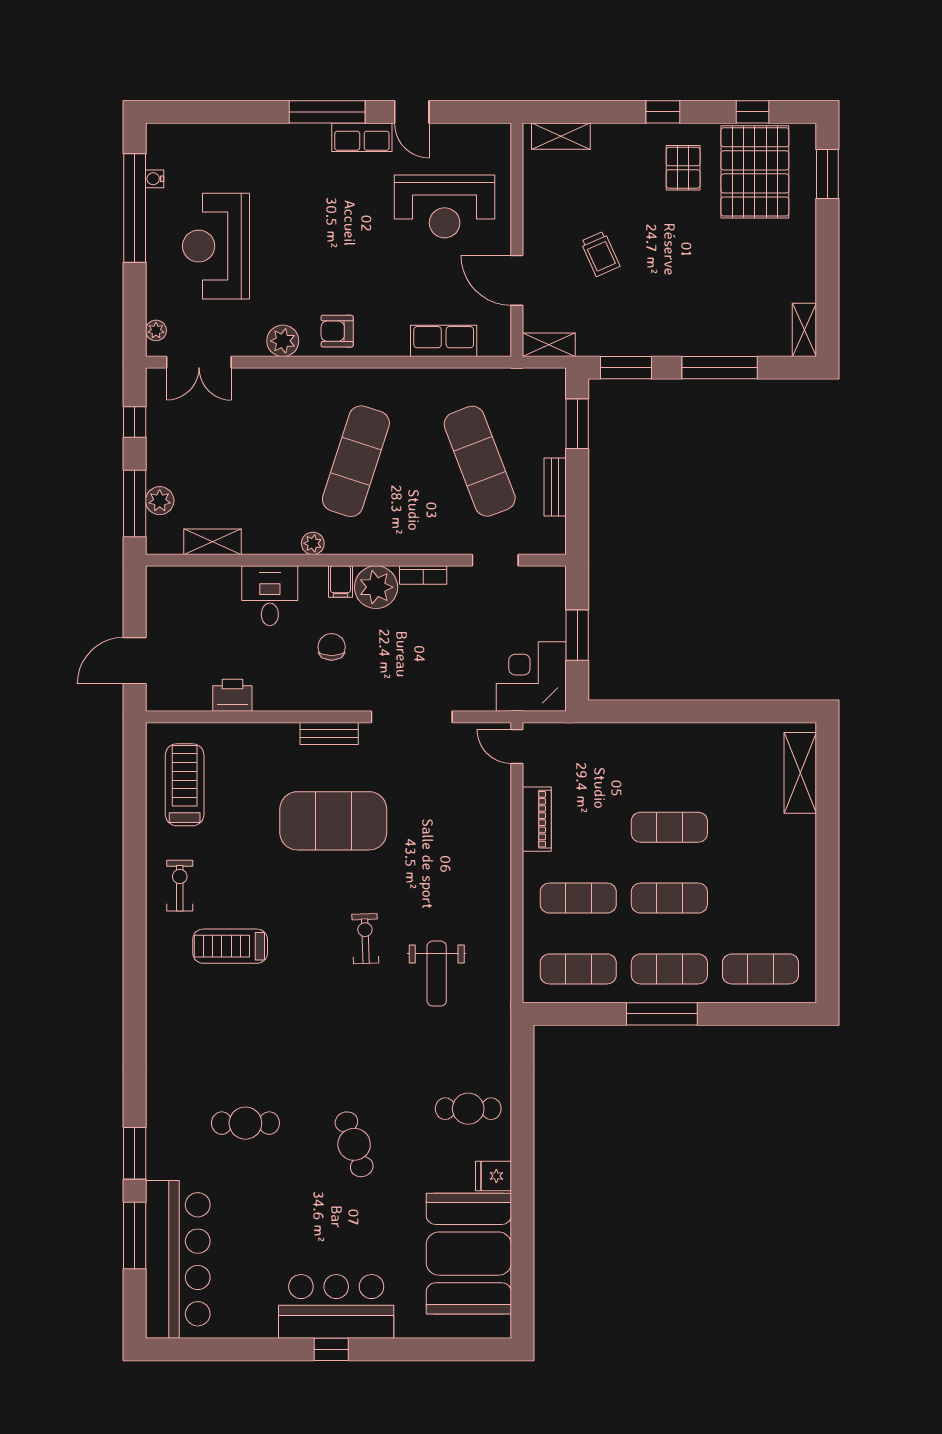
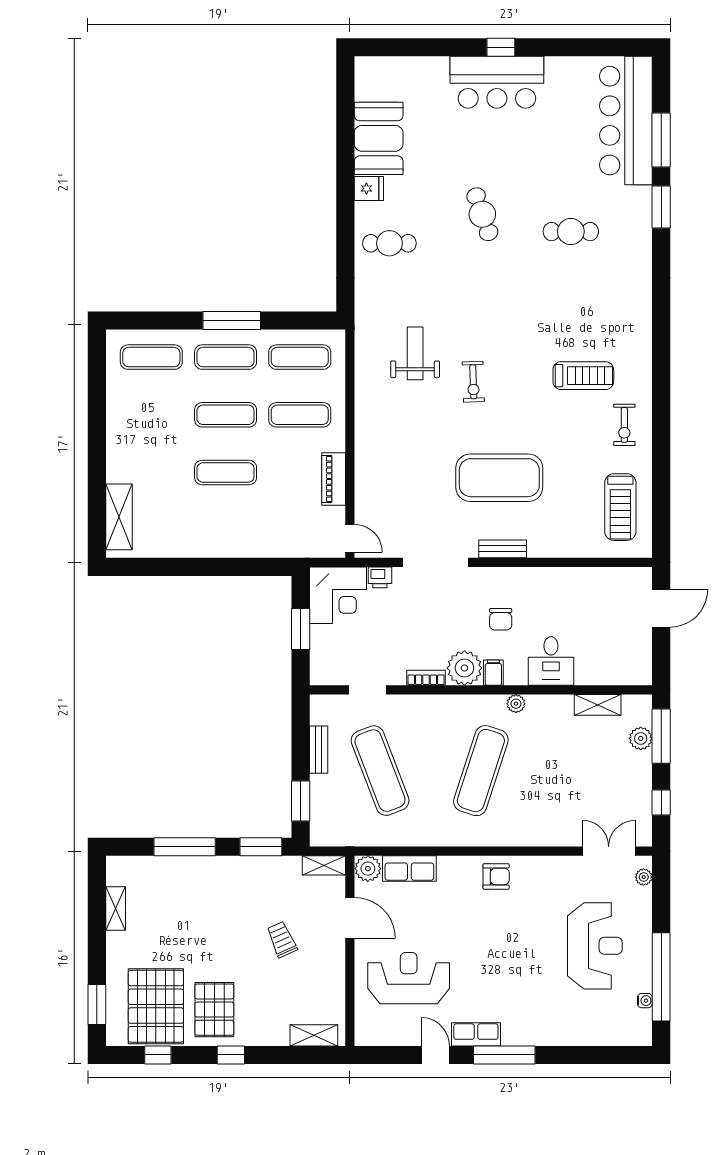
pallet: (683, 168) -> (214, 1010), width x1.50, depth x1.42
shelving: (804, 330) -> (116, 908), moved
plant: (283, 341) -> (368, 869), moved
printer: (232, 695) -> (380, 577), moved, width x0.73, depth x0.81
booth: (469, 1254) -> (379, 138), width x0.73, depth x0.70

